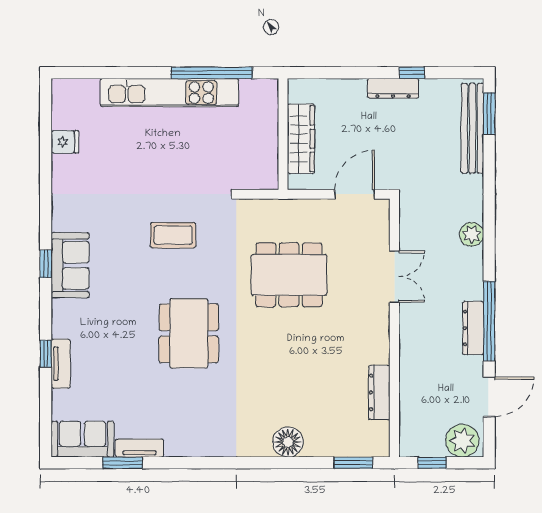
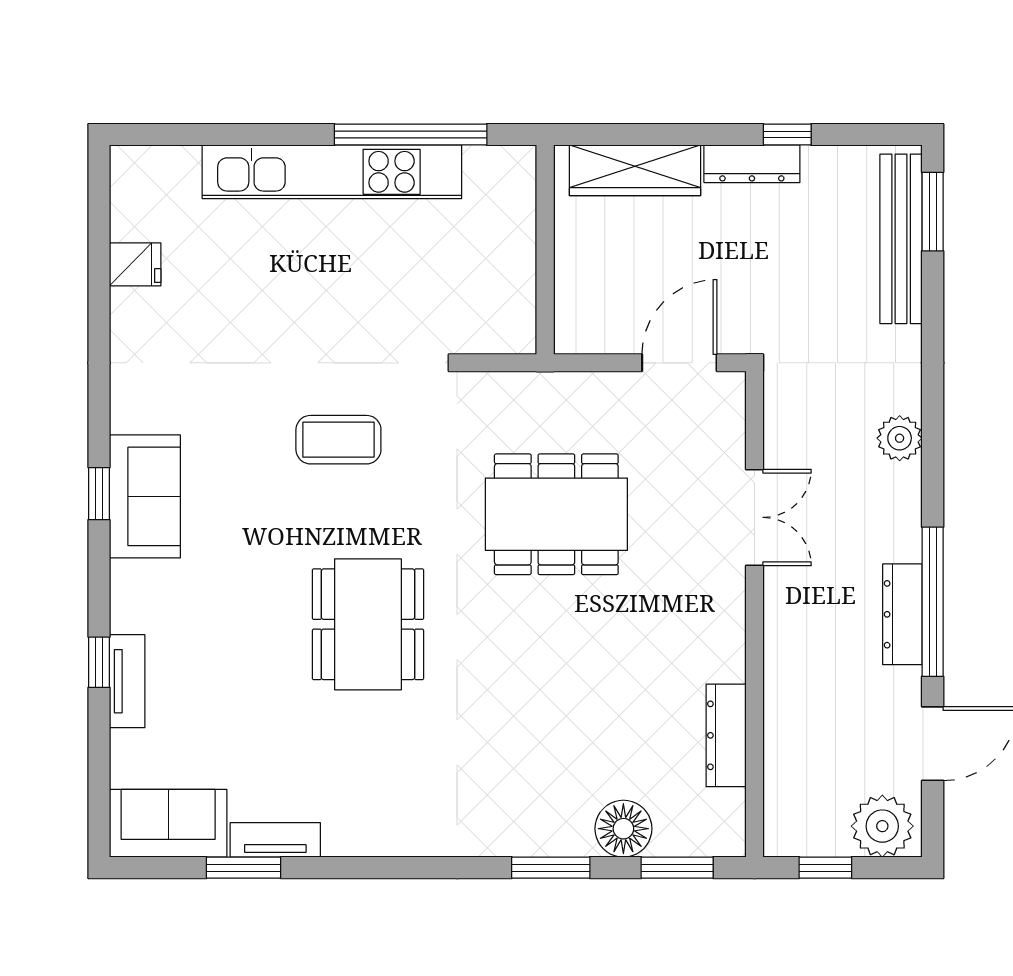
wardrobe: (301, 139) -> (635, 170), moved, turned 90
floor lamp: (288, 442) -> (623, 829), moved
window: (286, 463) -> (551, 868), added

